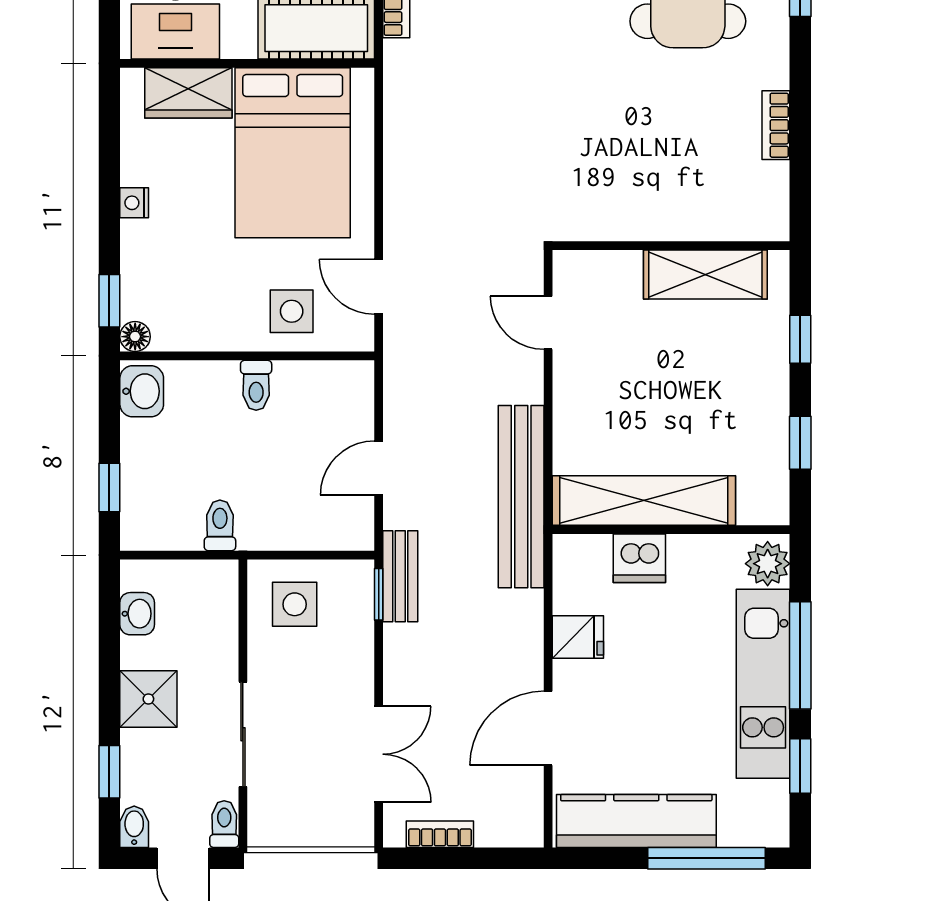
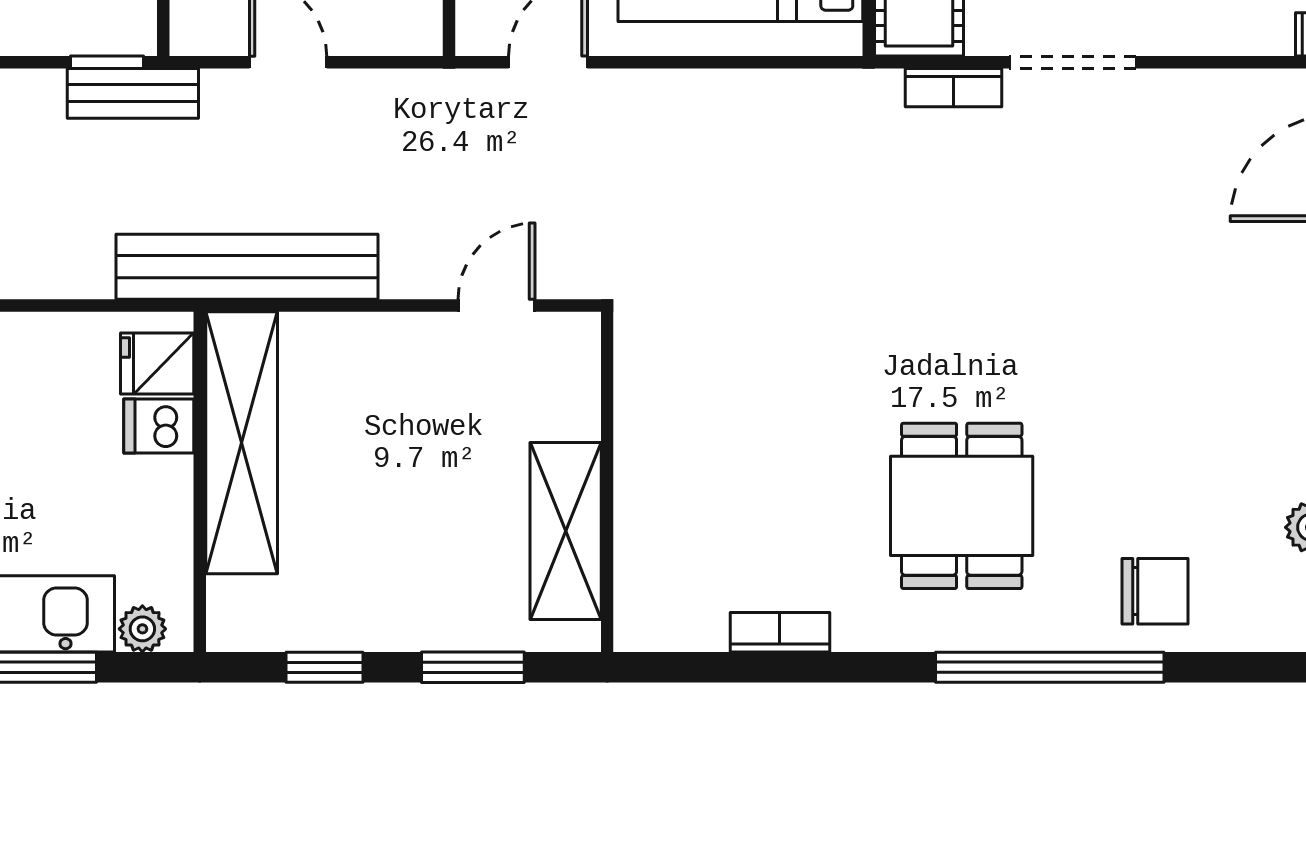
window: (800, 339) -> (473, 667), width x1.50
dishwasher: (639, 558) -> (159, 426), width x0.73
plant: (768, 564) -> (142, 629), width x0.73, depth x0.73
fridge: (578, 637) -> (157, 363), moved, turned 90

